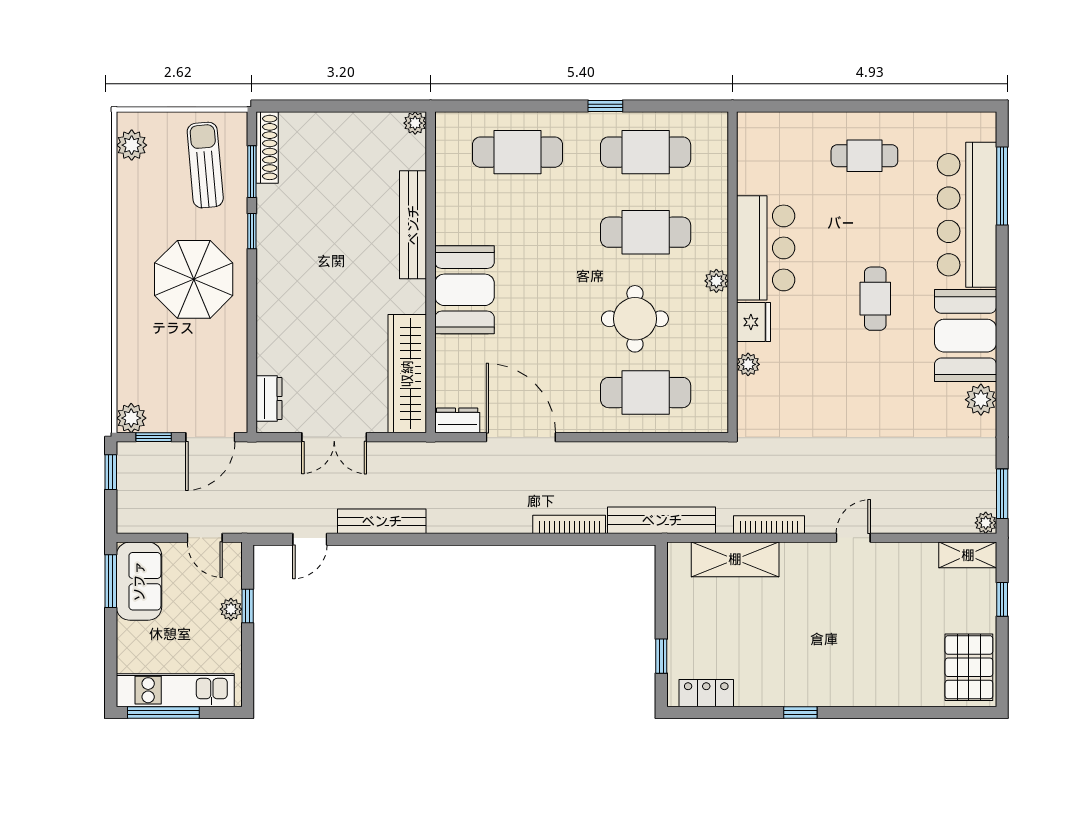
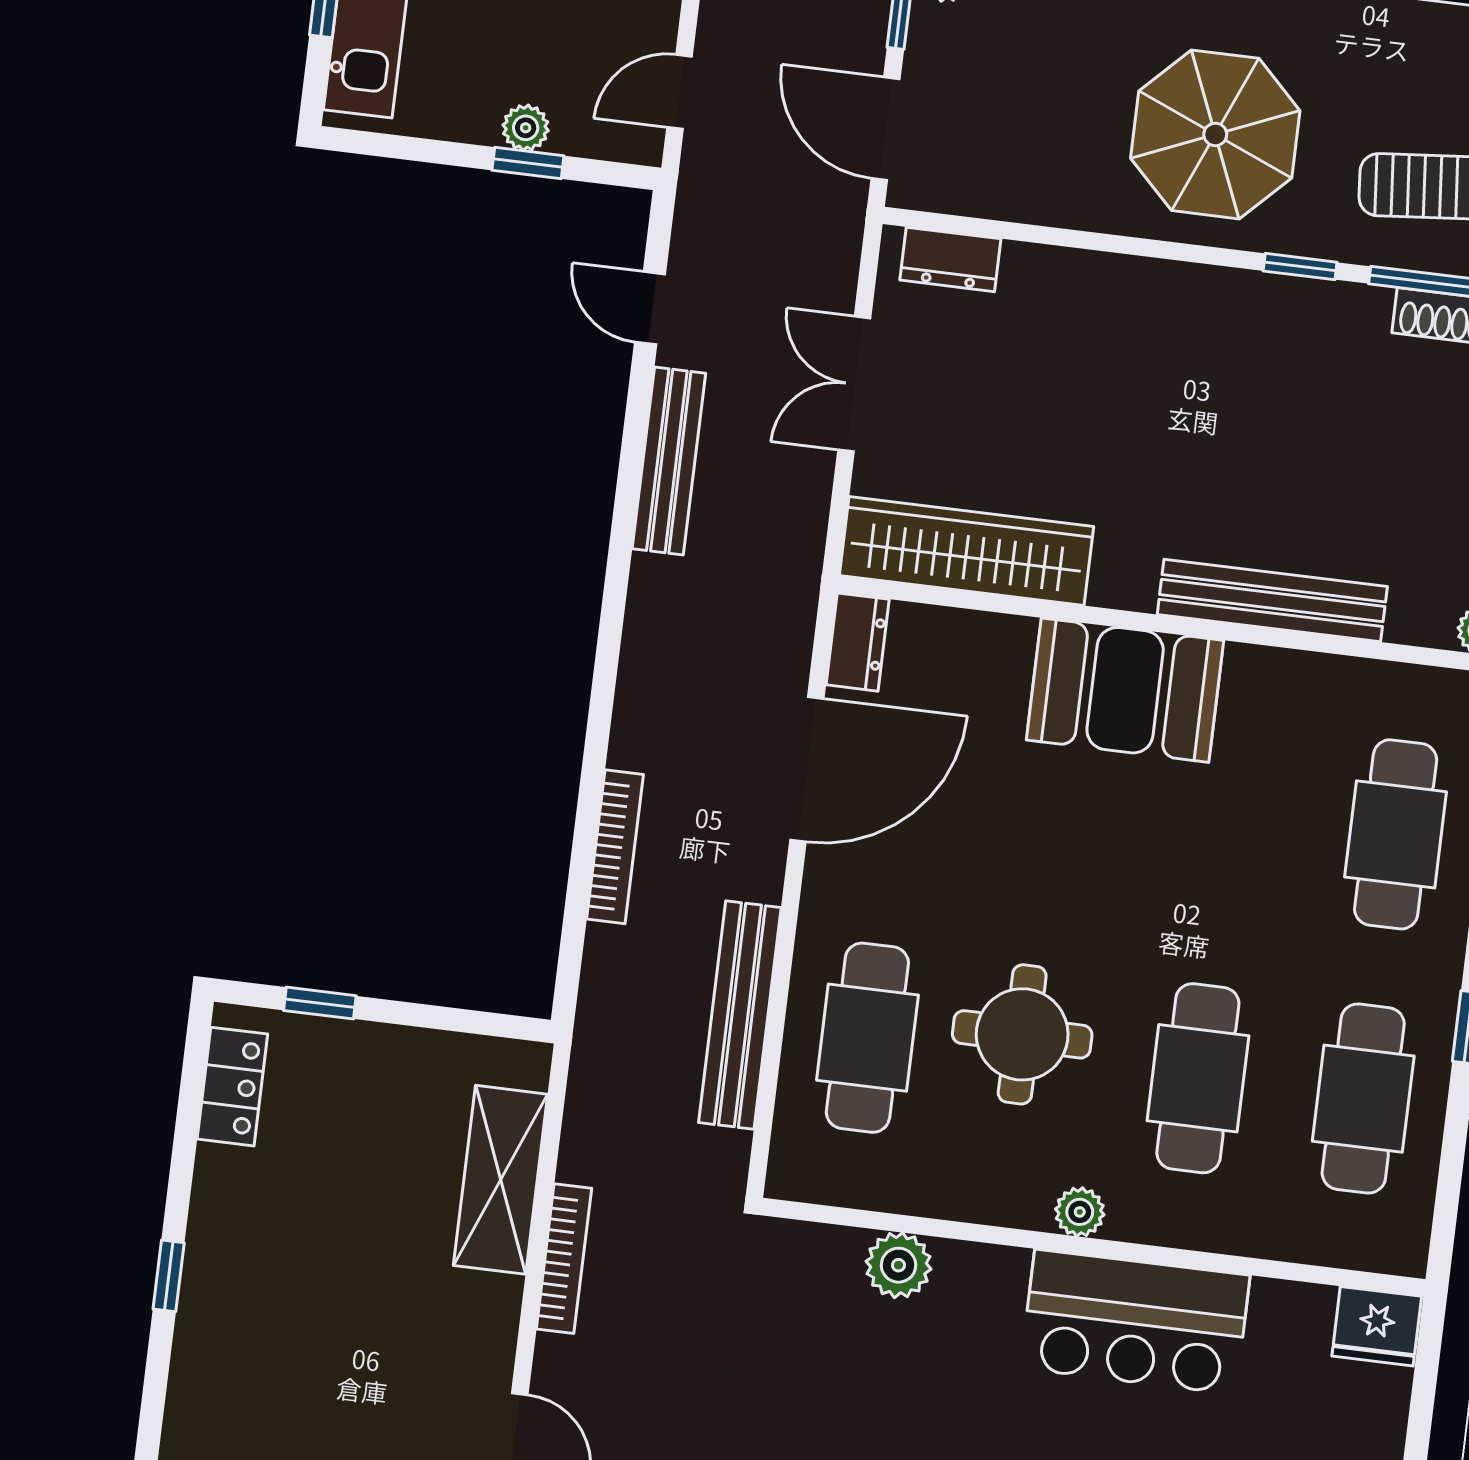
fridge: (754, 322) -> (1377, 1326), moved
plant: (748, 364) -> (899, 1265), width x1.38, depth x1.38
bench: (662, 520) -> (740, 1015), moved

